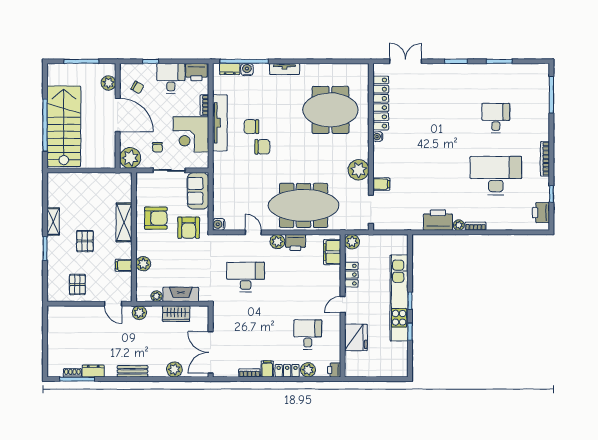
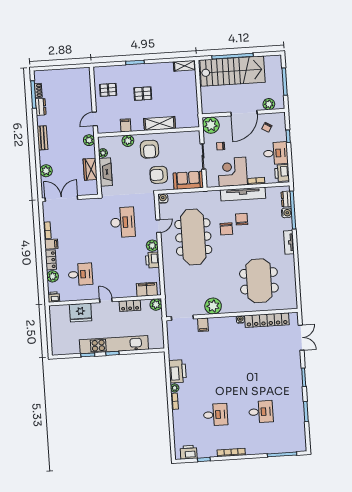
desk: (496, 176) -> (216, 415), width x0.53, depth x0.77
meeting table: (304, 205) -> (193, 237), moved
armchair: (156, 218) -> (149, 149), moved
shelving: (53, 221) -> (185, 66), moved

